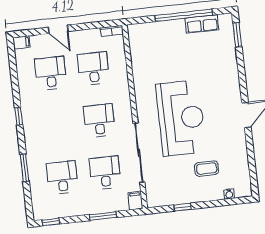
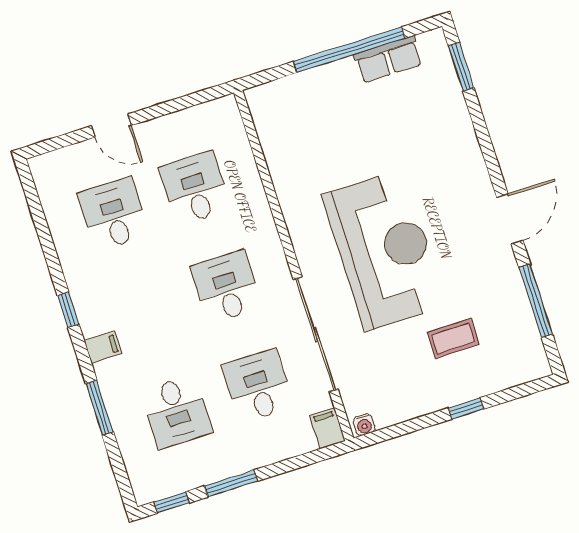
bookcase: (112, 31) -> (216, 108), removed
filing cabinet: (21, 42) -> (103, 347), moved
window: (251, 158) -> (536, 301), added
desk: (62, 177) -> (177, 412), turned 180
water cooler: (229, 194) -> (364, 425), moved
window: (182, 207) -> (466, 408), moved
window: (103, 216) -> (231, 483), moved

